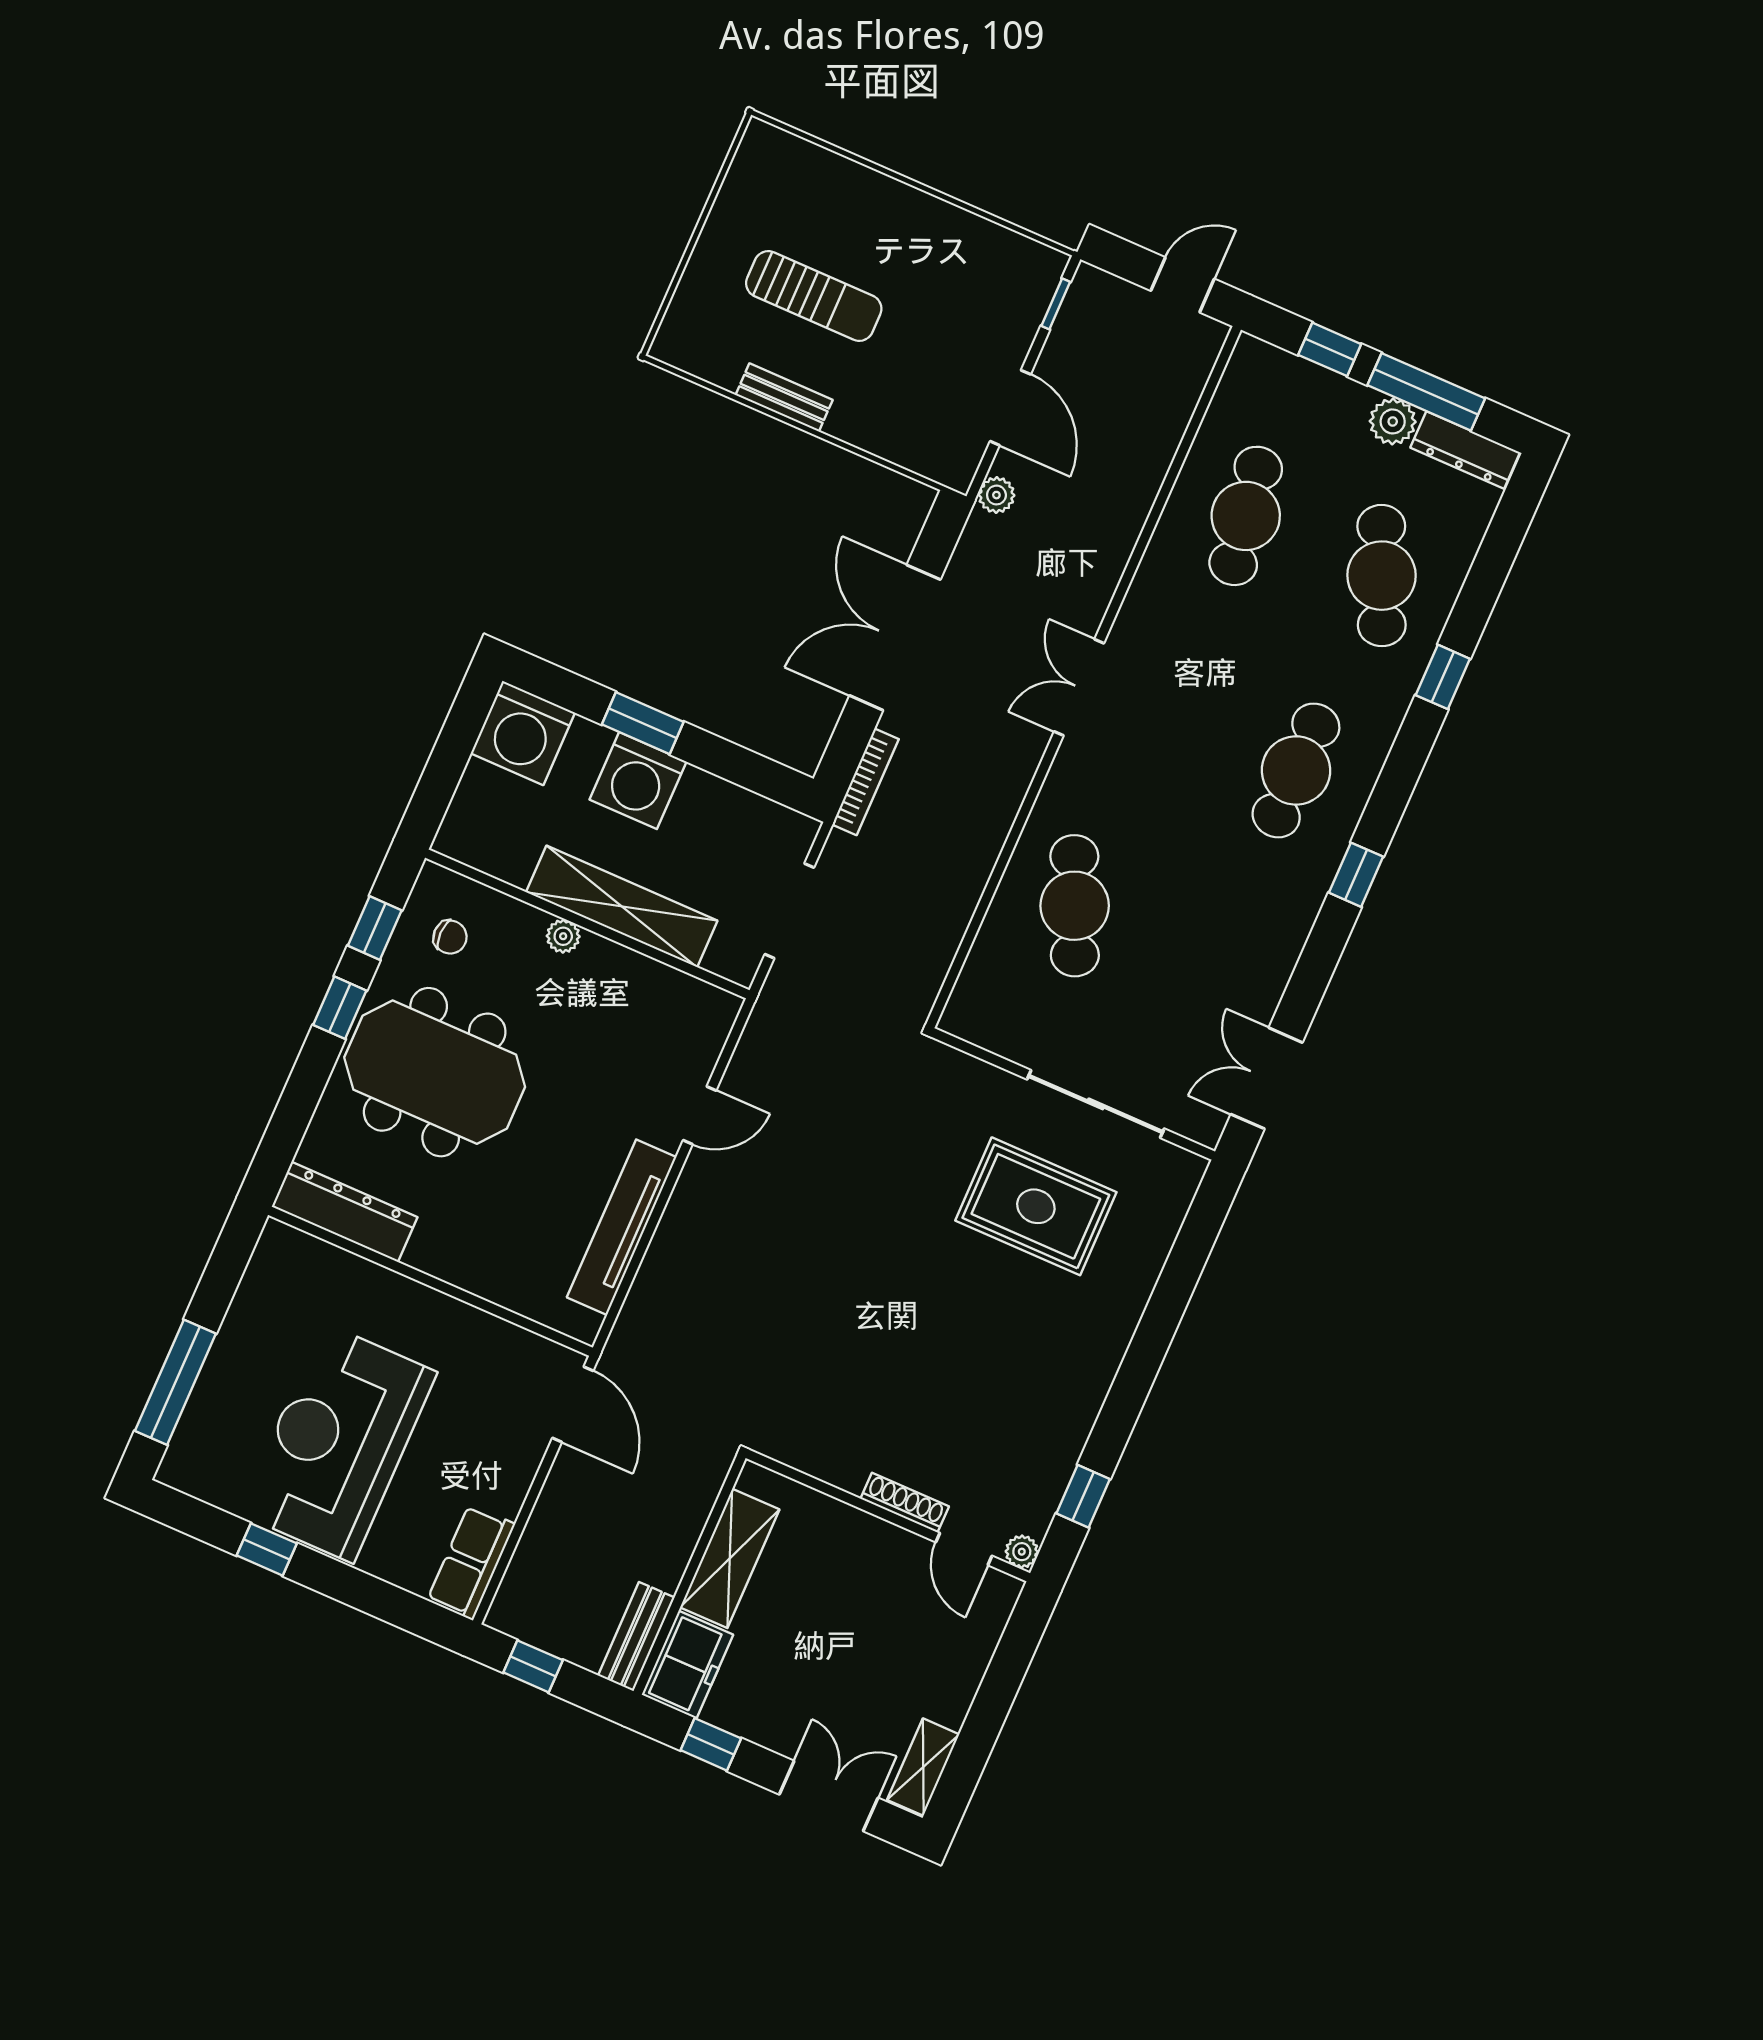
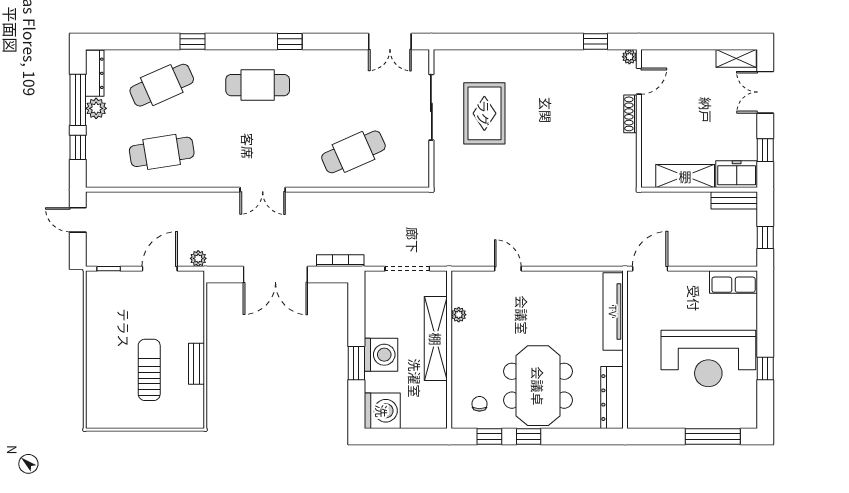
plant: (563, 936) -> (459, 315), moved
tv unit: (622, 1227) -> (613, 311), moved, turned 90

